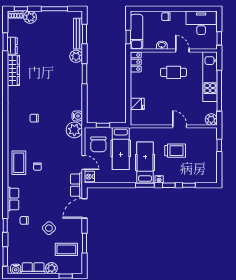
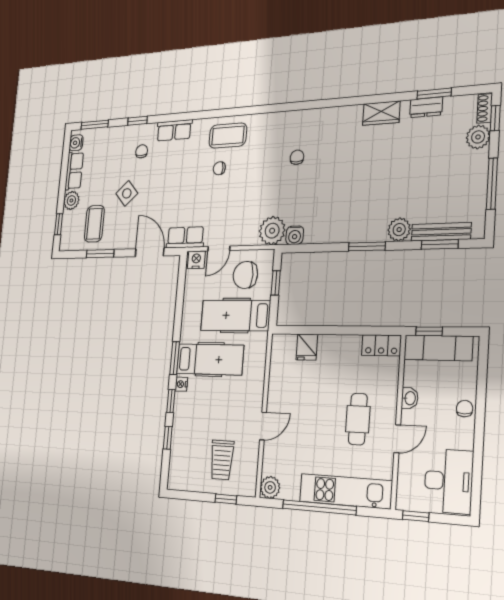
wardrobe: (13, 70) -> (381, 113), width x0.67
trolley: (175, 151) -> (222, 460), moved

